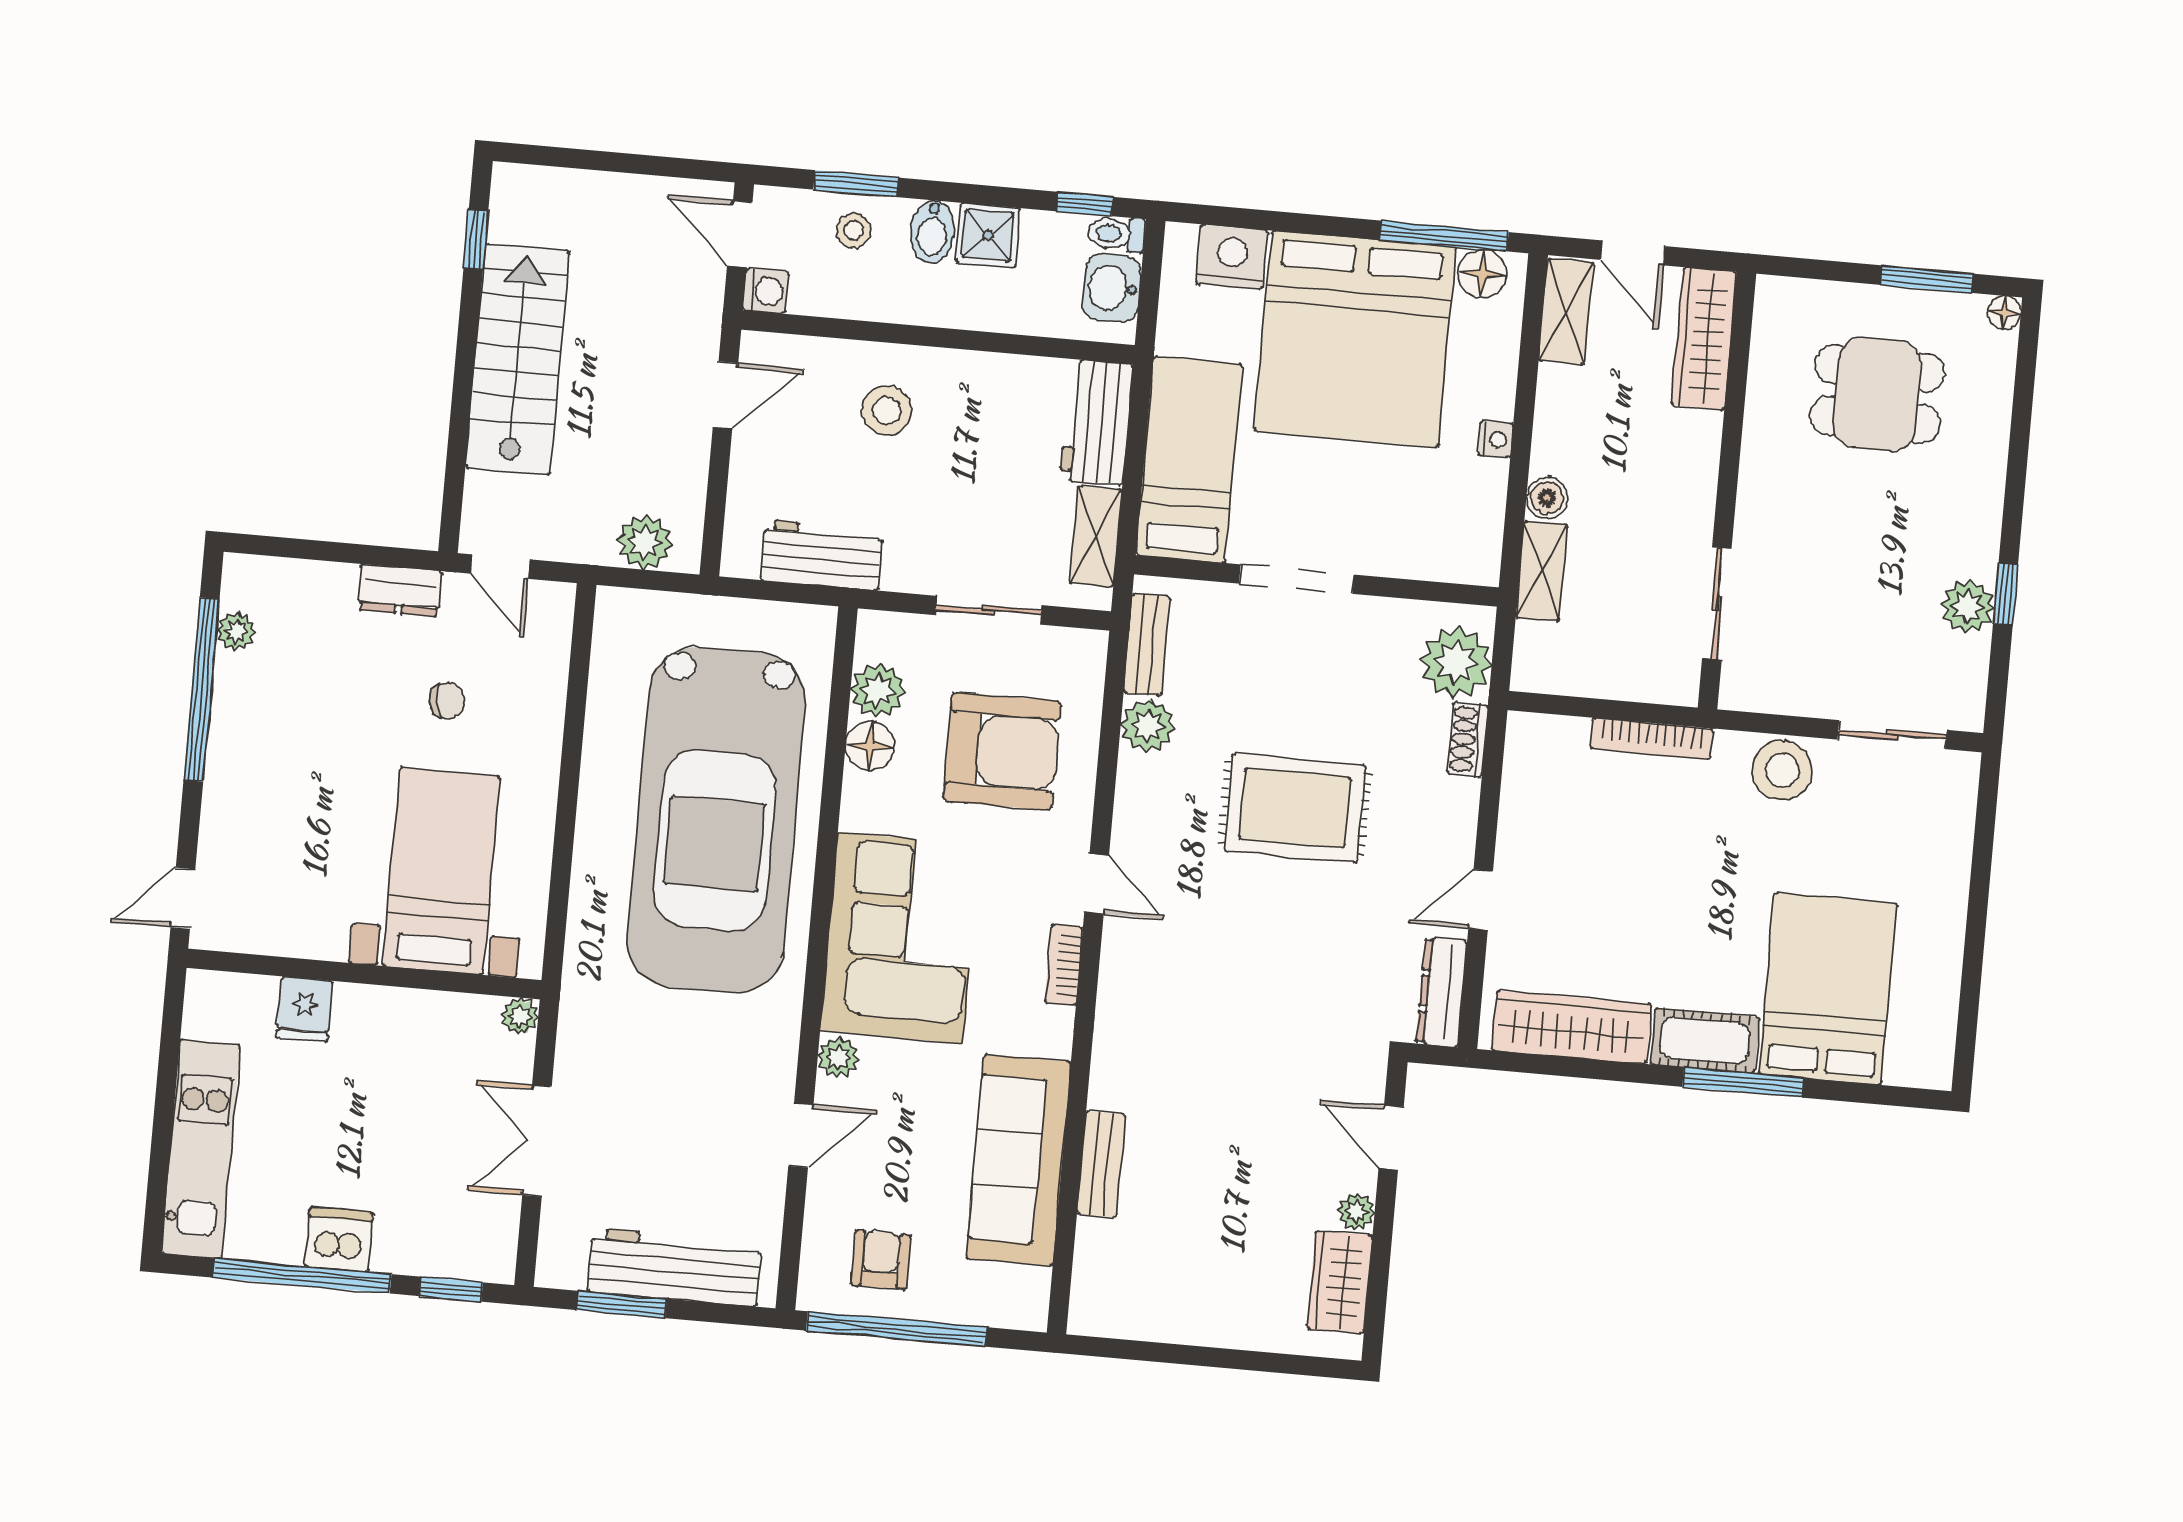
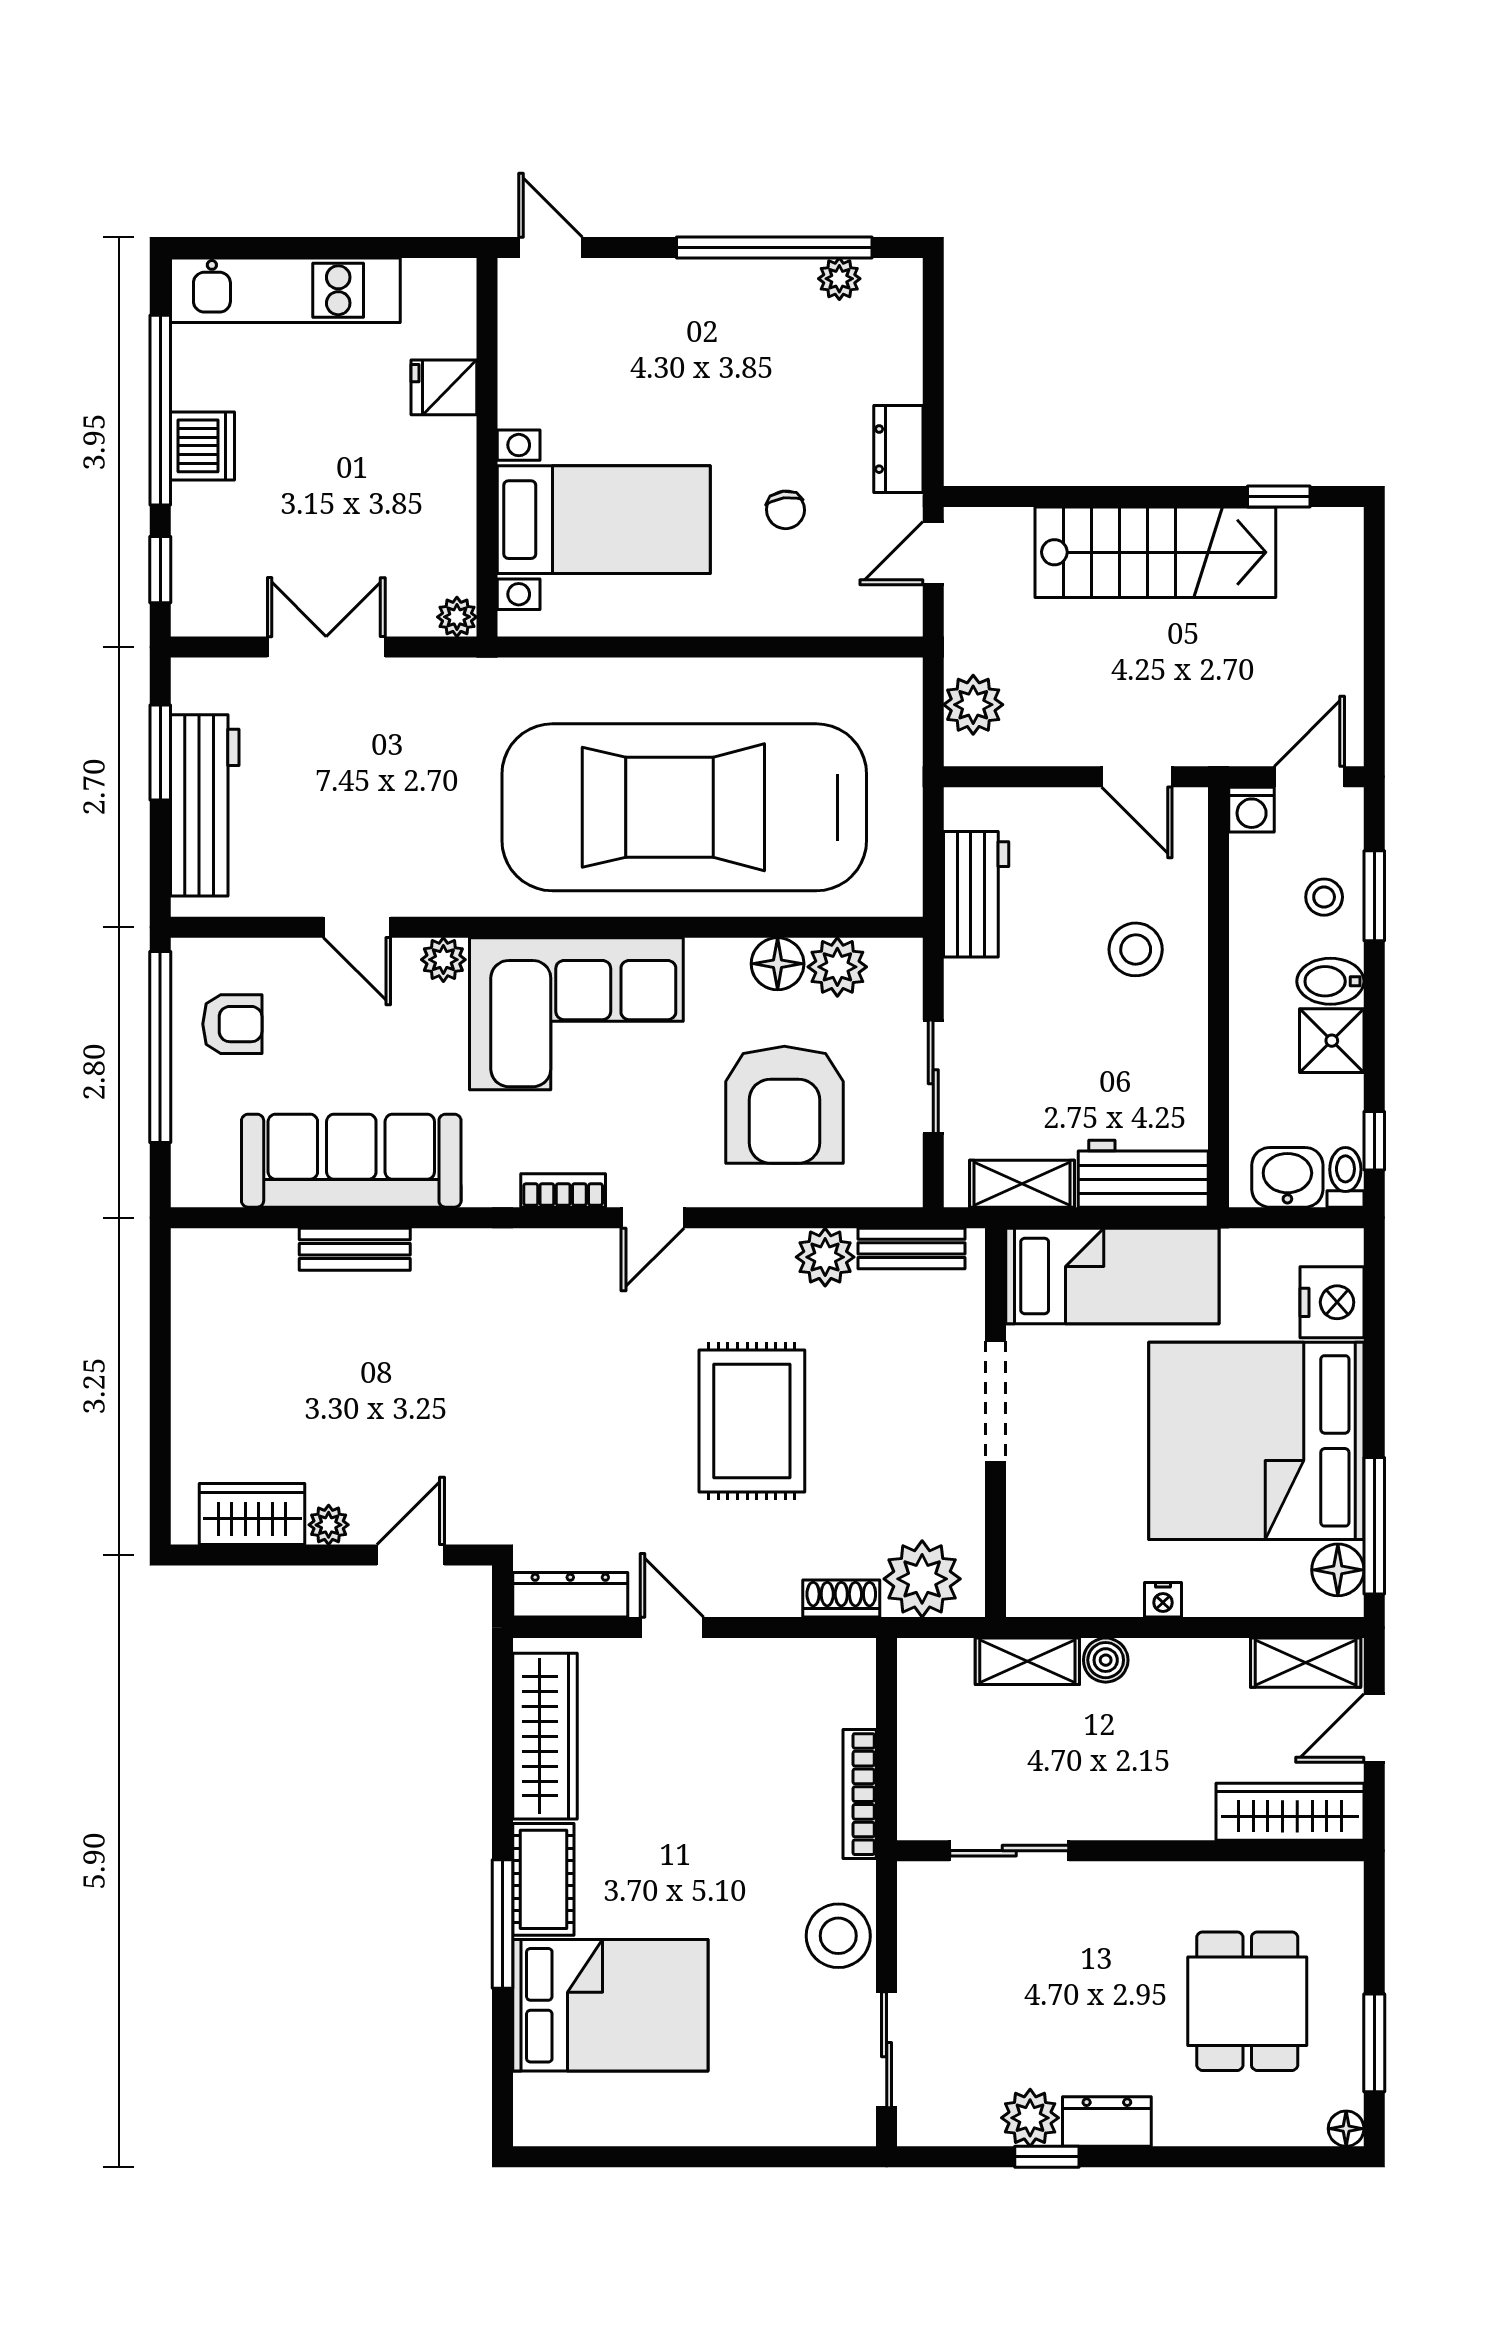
dresser: (1978, 535) -> (1107, 2122), added

